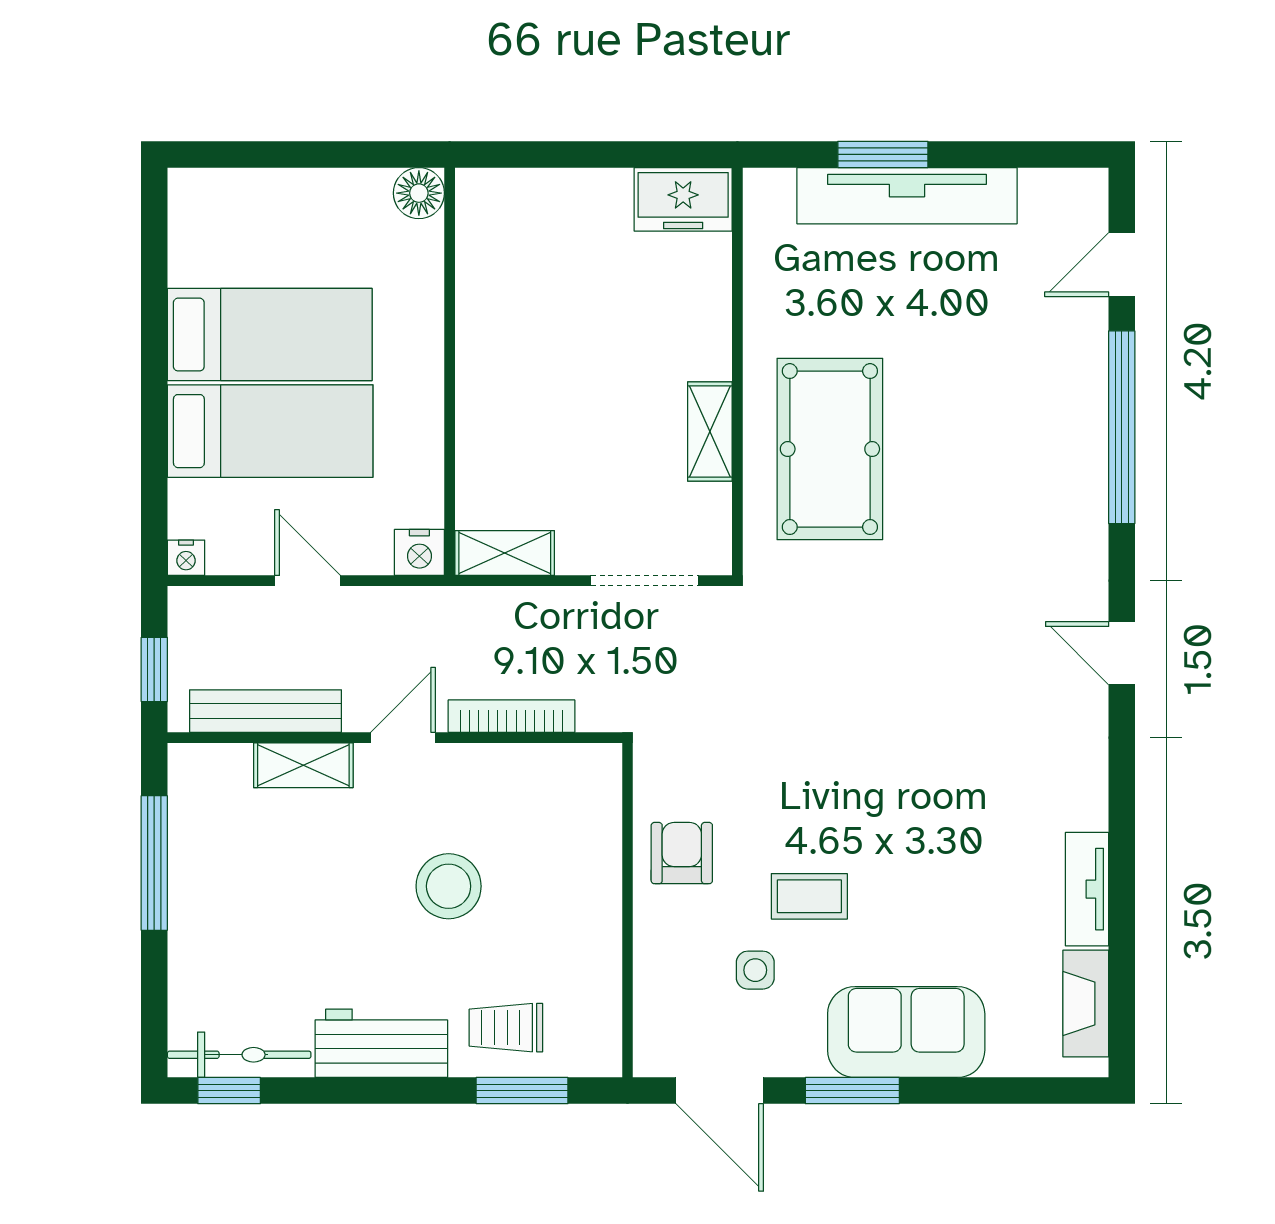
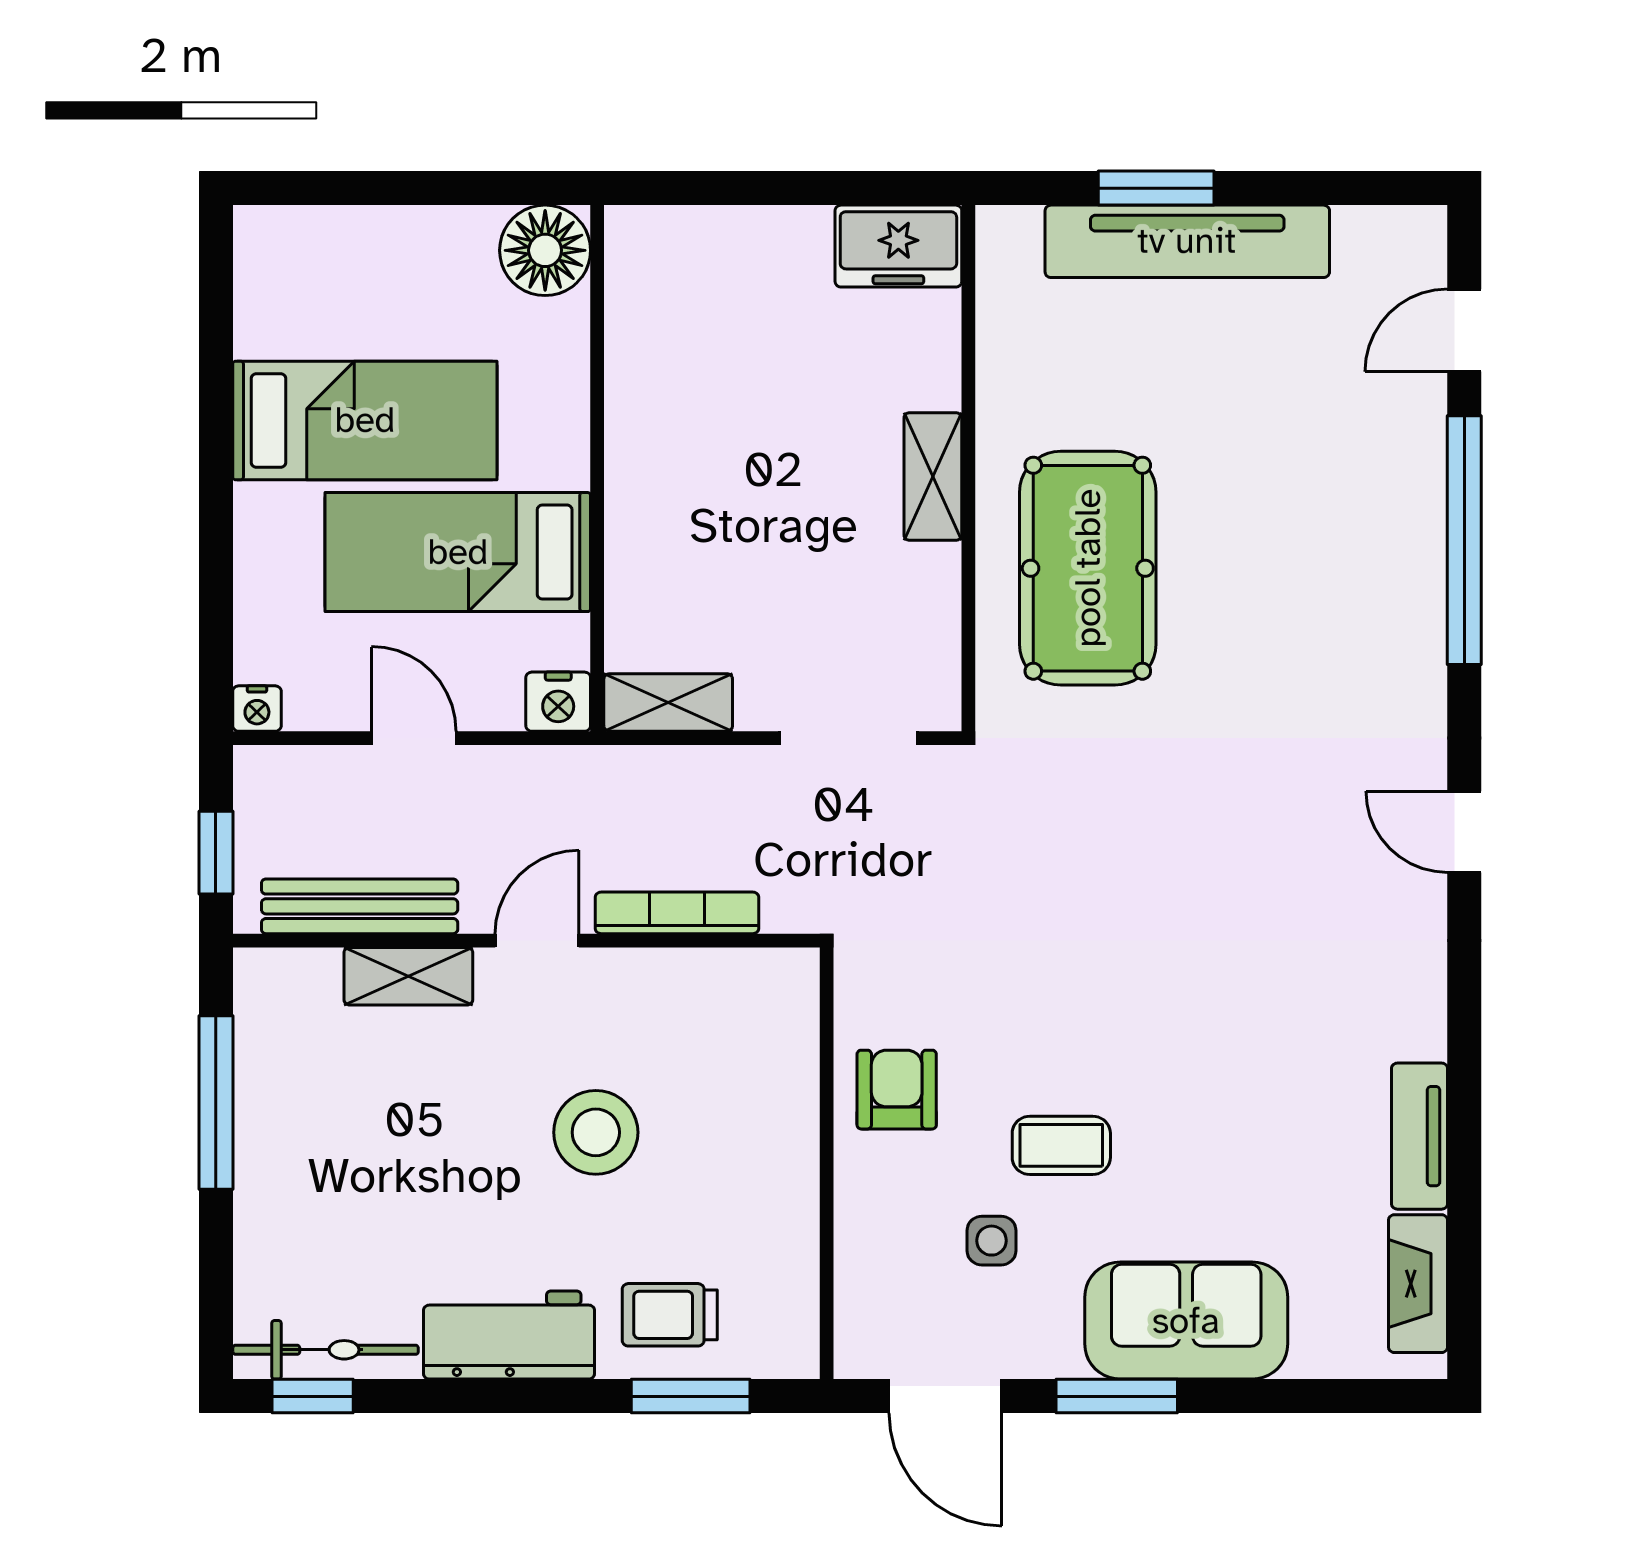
floor lamp: (419, 193) -> (545, 250), width x1.38, depth x1.38
bed: (270, 431) -> (458, 552), moved, turned 180
shelving: (710, 431) -> (933, 477), moved

